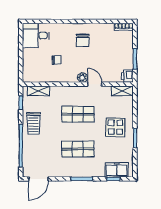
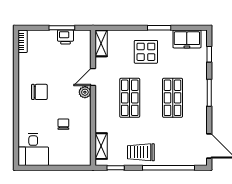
printer: (127, 76) -> (65, 37), moved
trolley: (33, 123) -> (141, 152), turned 180
freezer: (117, 170) -> (187, 39), moved, turned -90

